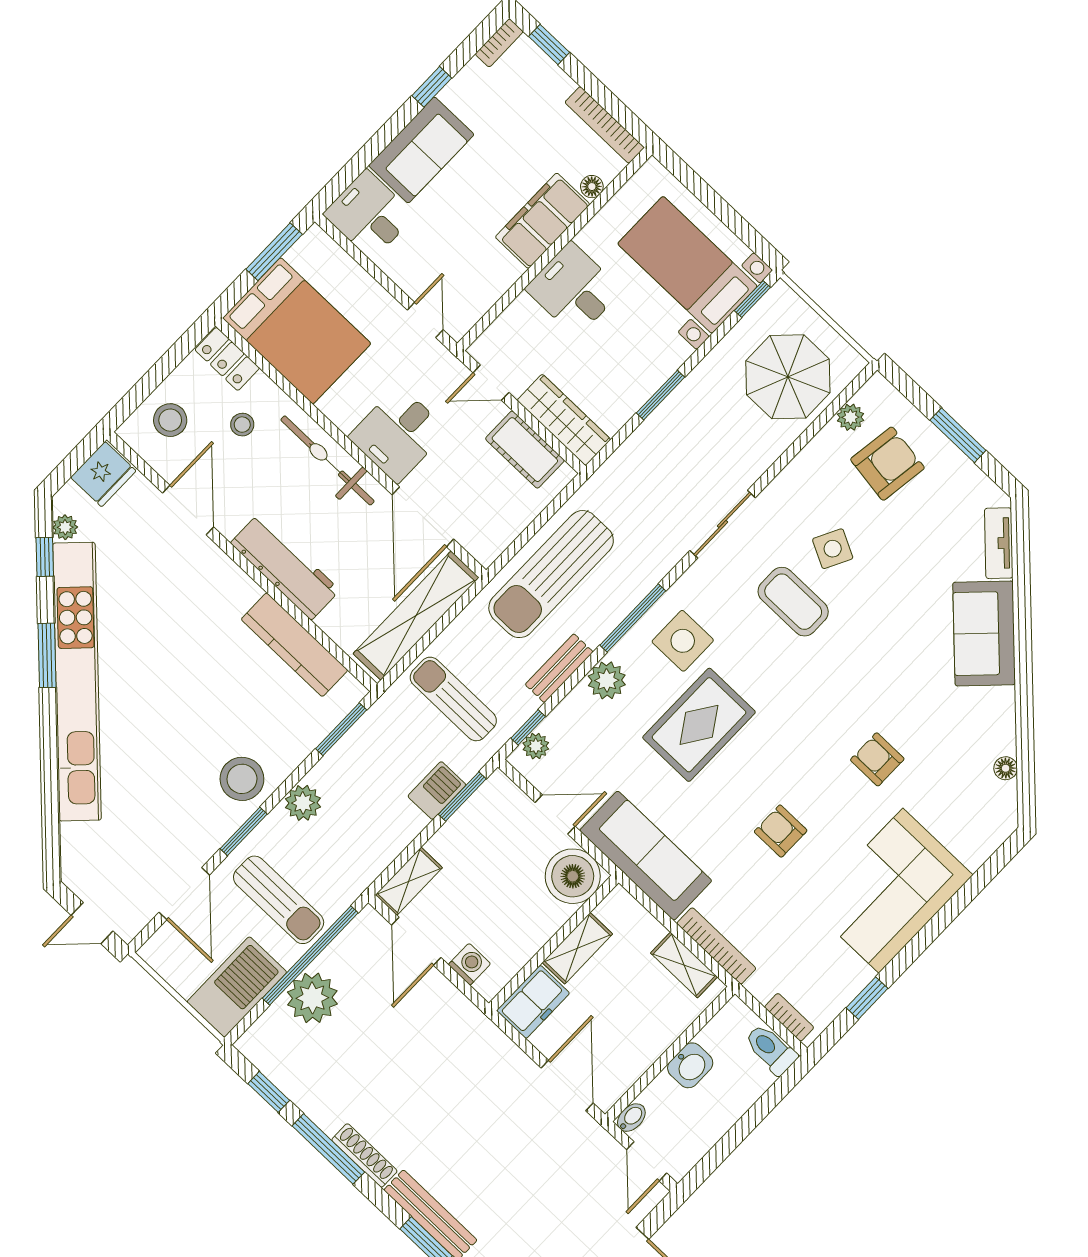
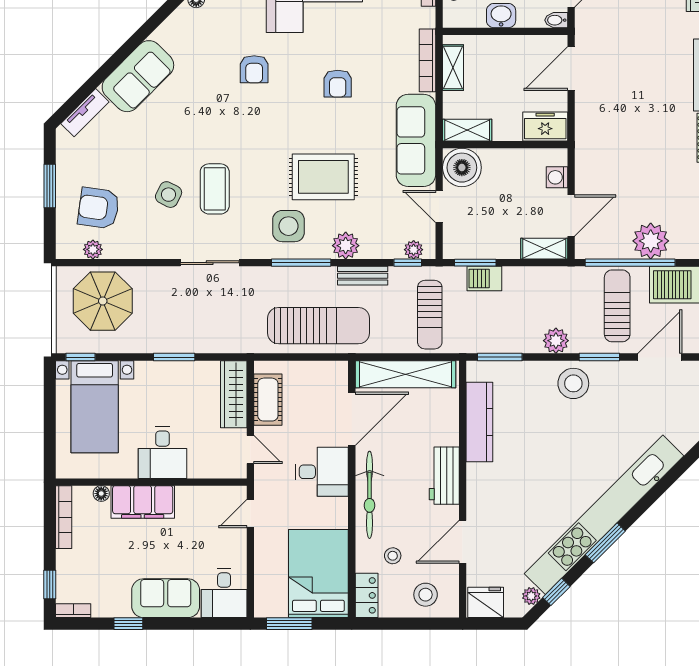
workbench: (285, 567) -> (444, 476), width x0.73
shelving: (577, 948) -> (467, 130), moved

